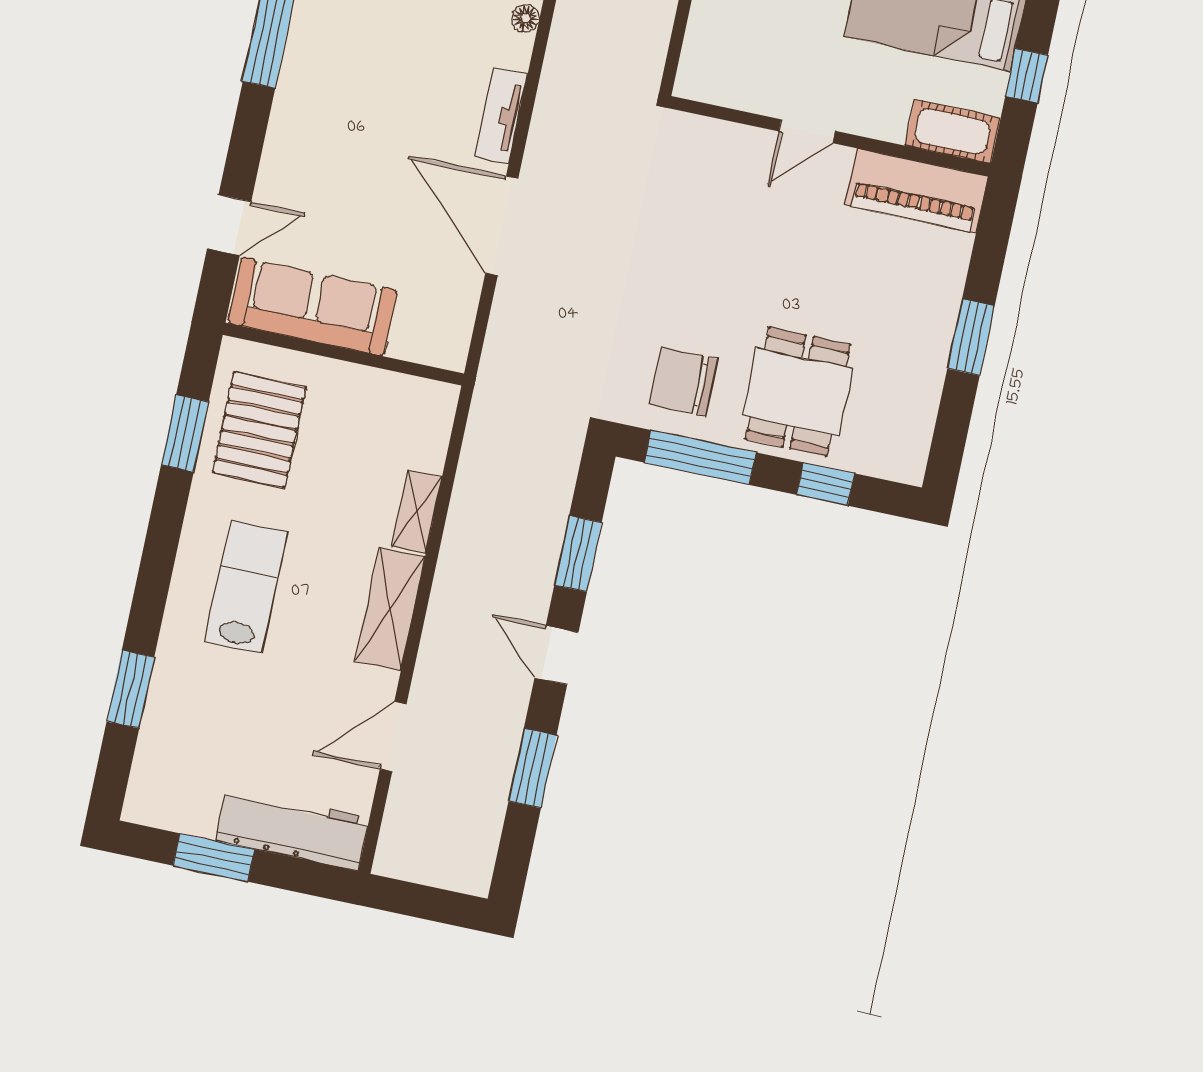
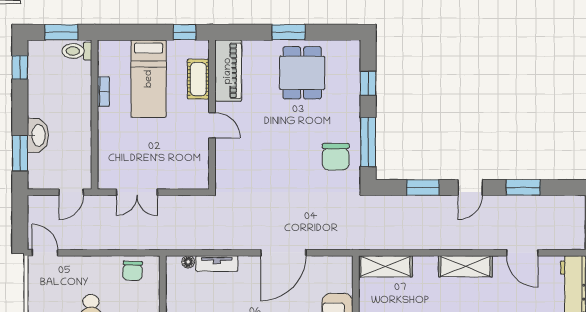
window: (1027, 76) -> (185, 32), moved
tv unit: (501, 116) -> (217, 264), moved
cot: (952, 132) -> (198, 79), moved
dining table: (798, 392) -> (302, 73), moved, turned 90
shelving: (417, 512) -> (385, 266), moved, width x1.50, depth x1.33

